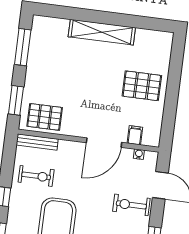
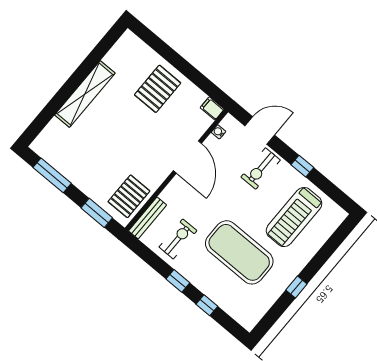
filing cabinet: (135, 135) -> (212, 108), moved

